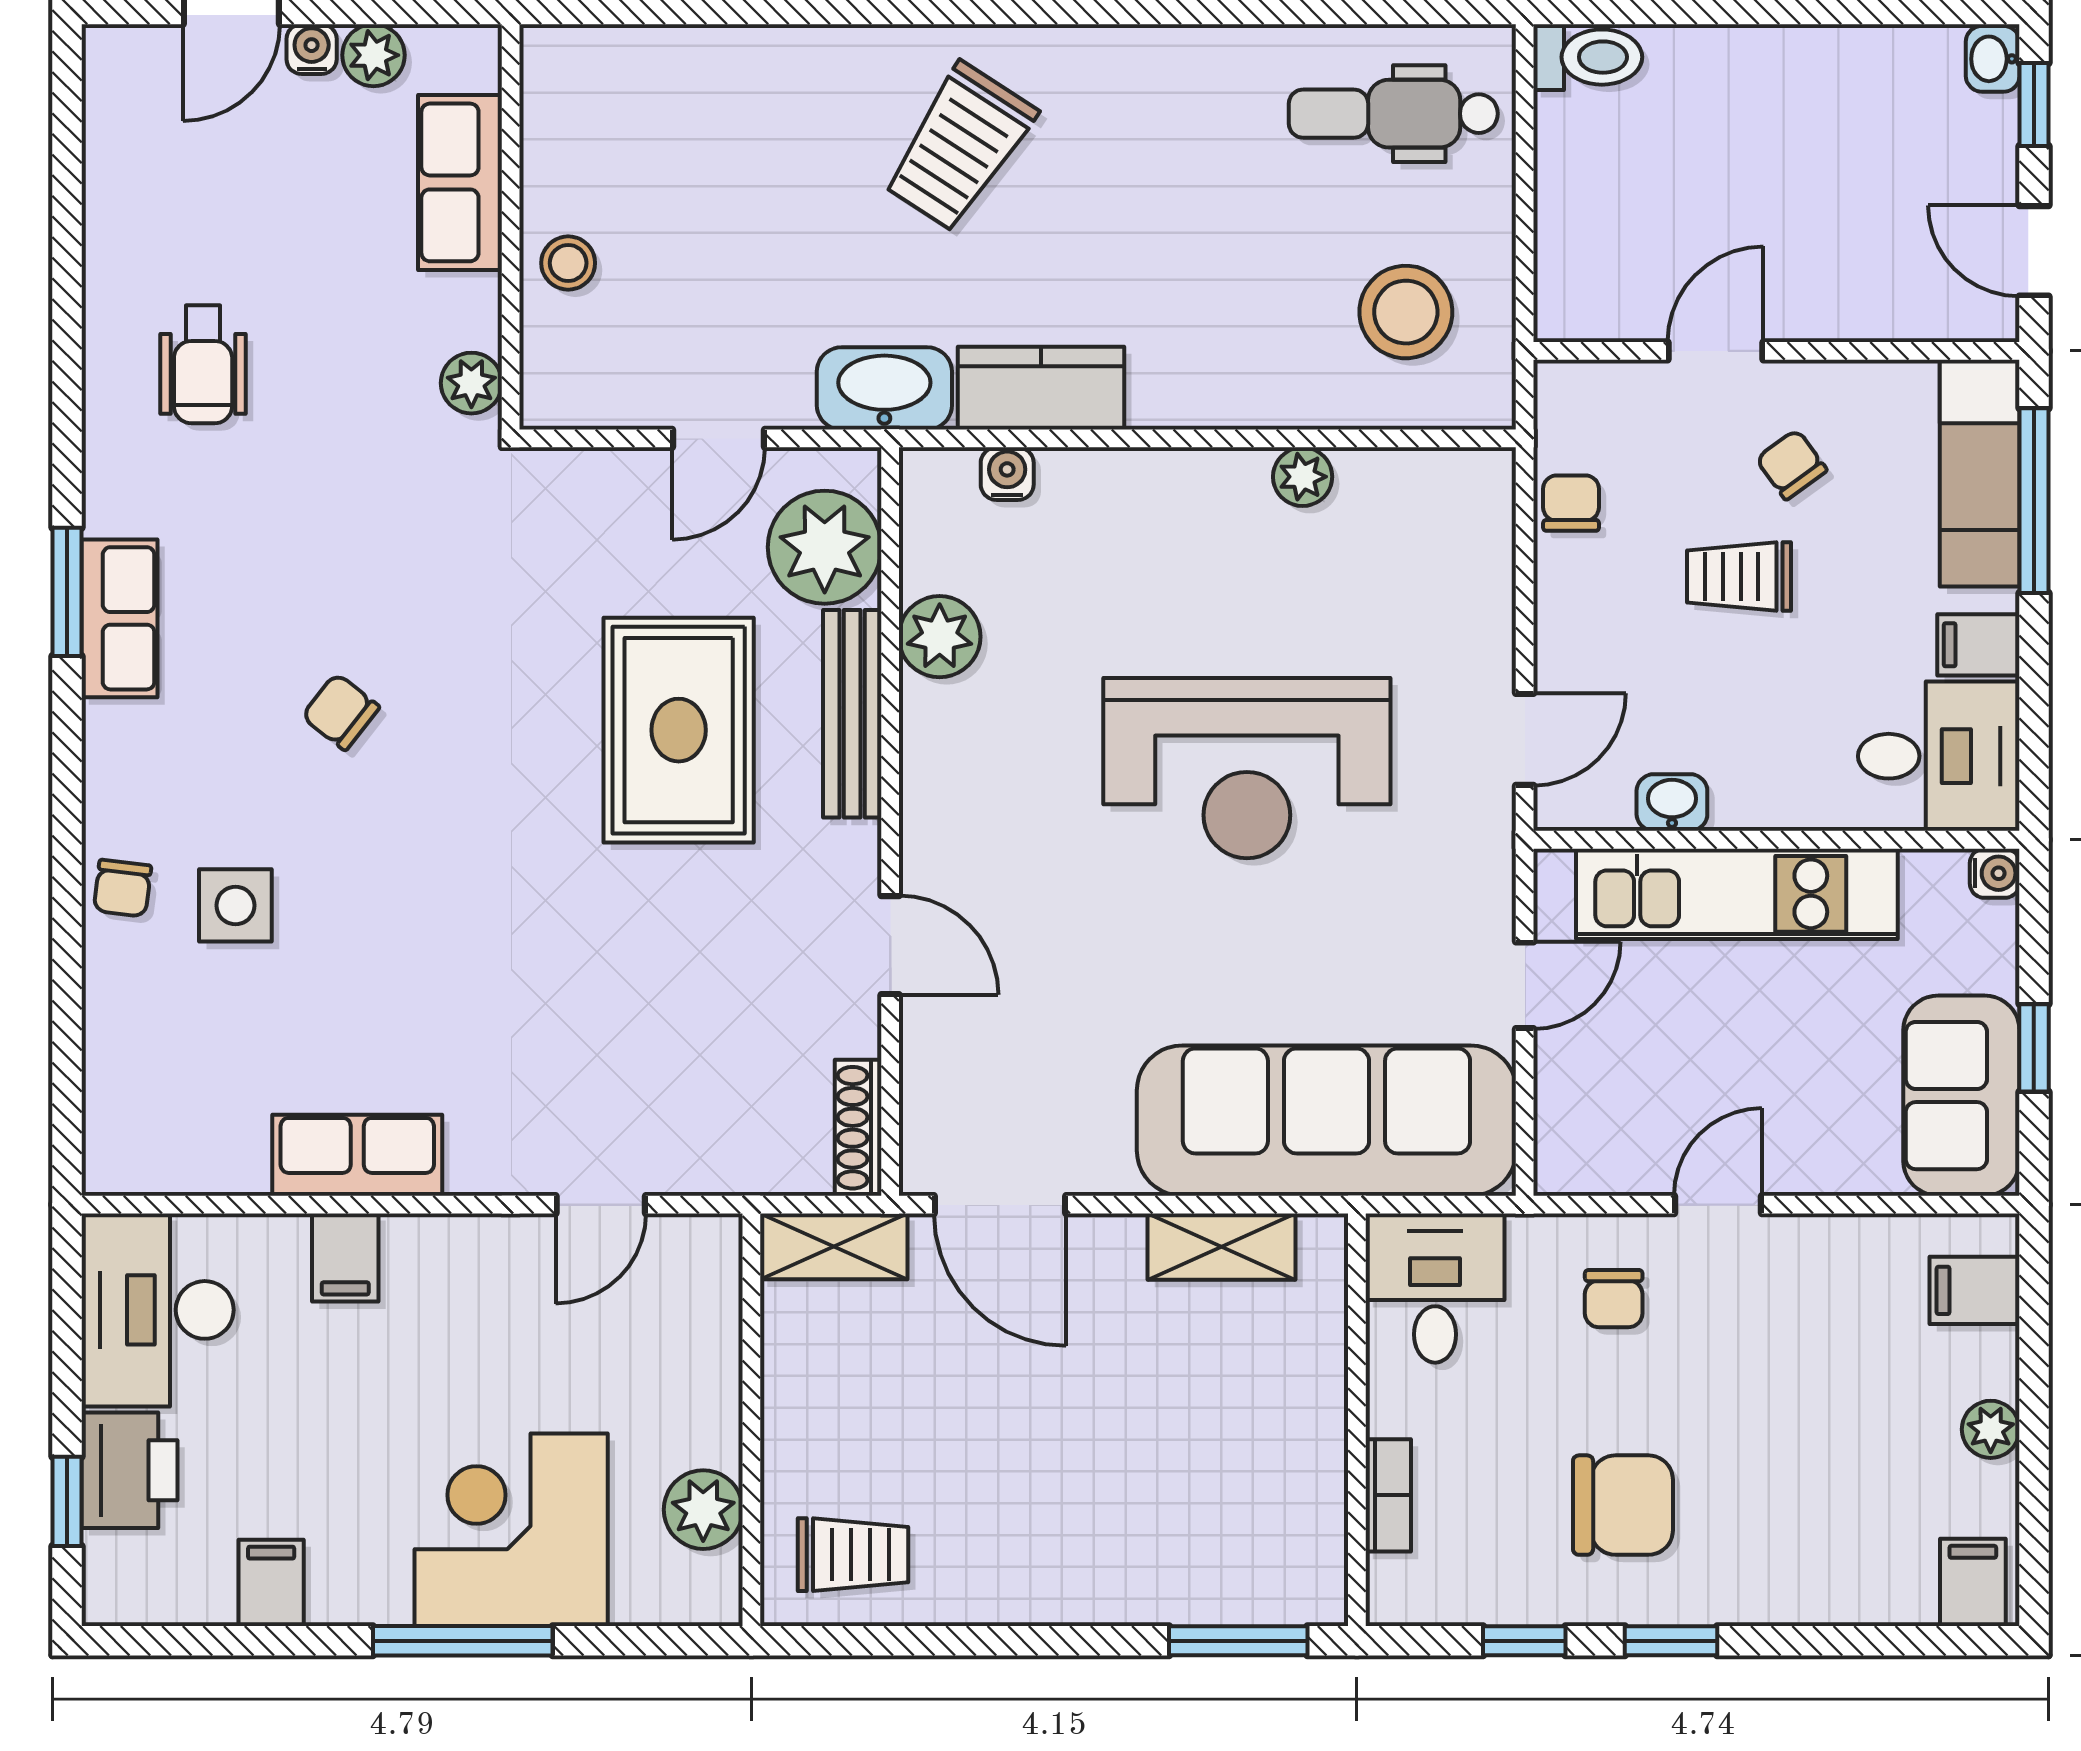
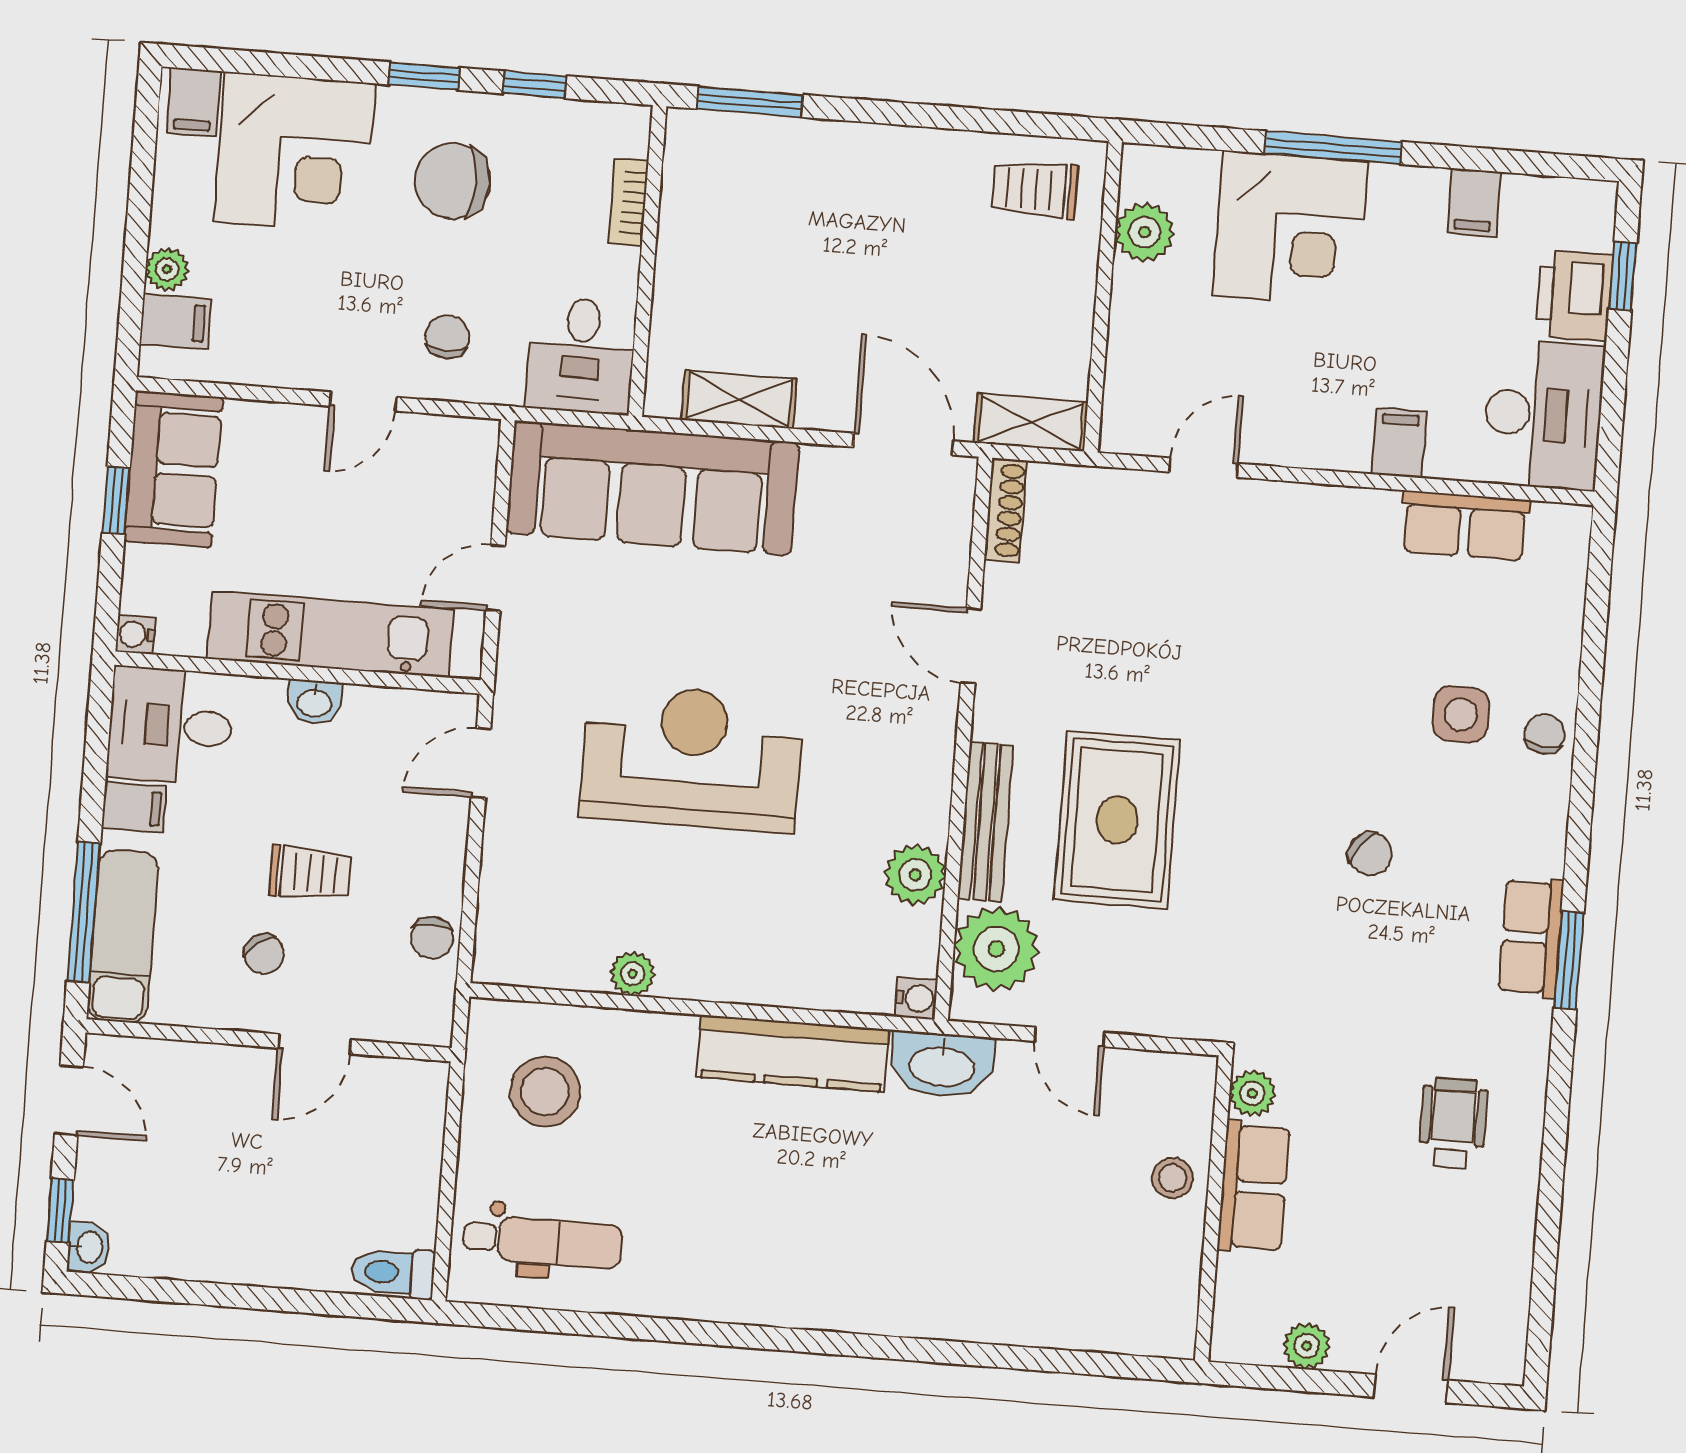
water cooler: (312, 49) -> (1353, 1354), removed
trolley: (959, 147) -> (871, 1242), removed
row of seats: (460, 182) -> (1254, 1187), moved
kitchen counter: (1041, 388) -> (793, 1053), width x1.50
door: (719, 438) -> (1070, 1037), swing flipped
water cooler: (1007, 474) -> (916, 998), moved, turned -90
washbasin: (1672, 802) -> (315, 702), moved
row of seats: (357, 1155) -> (1465, 526), moved
plant: (1991, 1429) -> (167, 269), moved
corner desk: (1834, 1526) -> (295, 152), added

